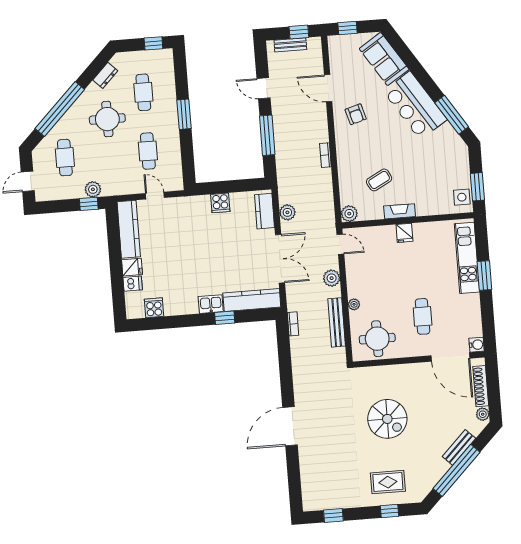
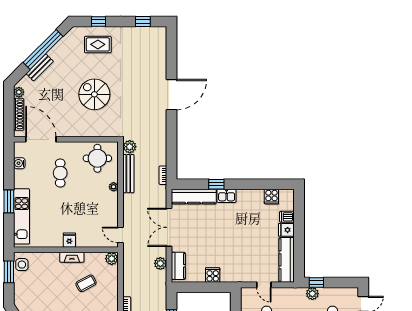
plant: (332, 278) -> (130, 147), moved
water cooler: (477, 345) -> (19, 163), moved

